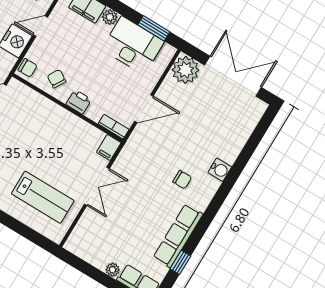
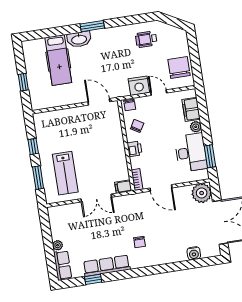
water cooler: (220, 170) -> (194, 253), moved
window: (23, 230) -> (38, 178), added

